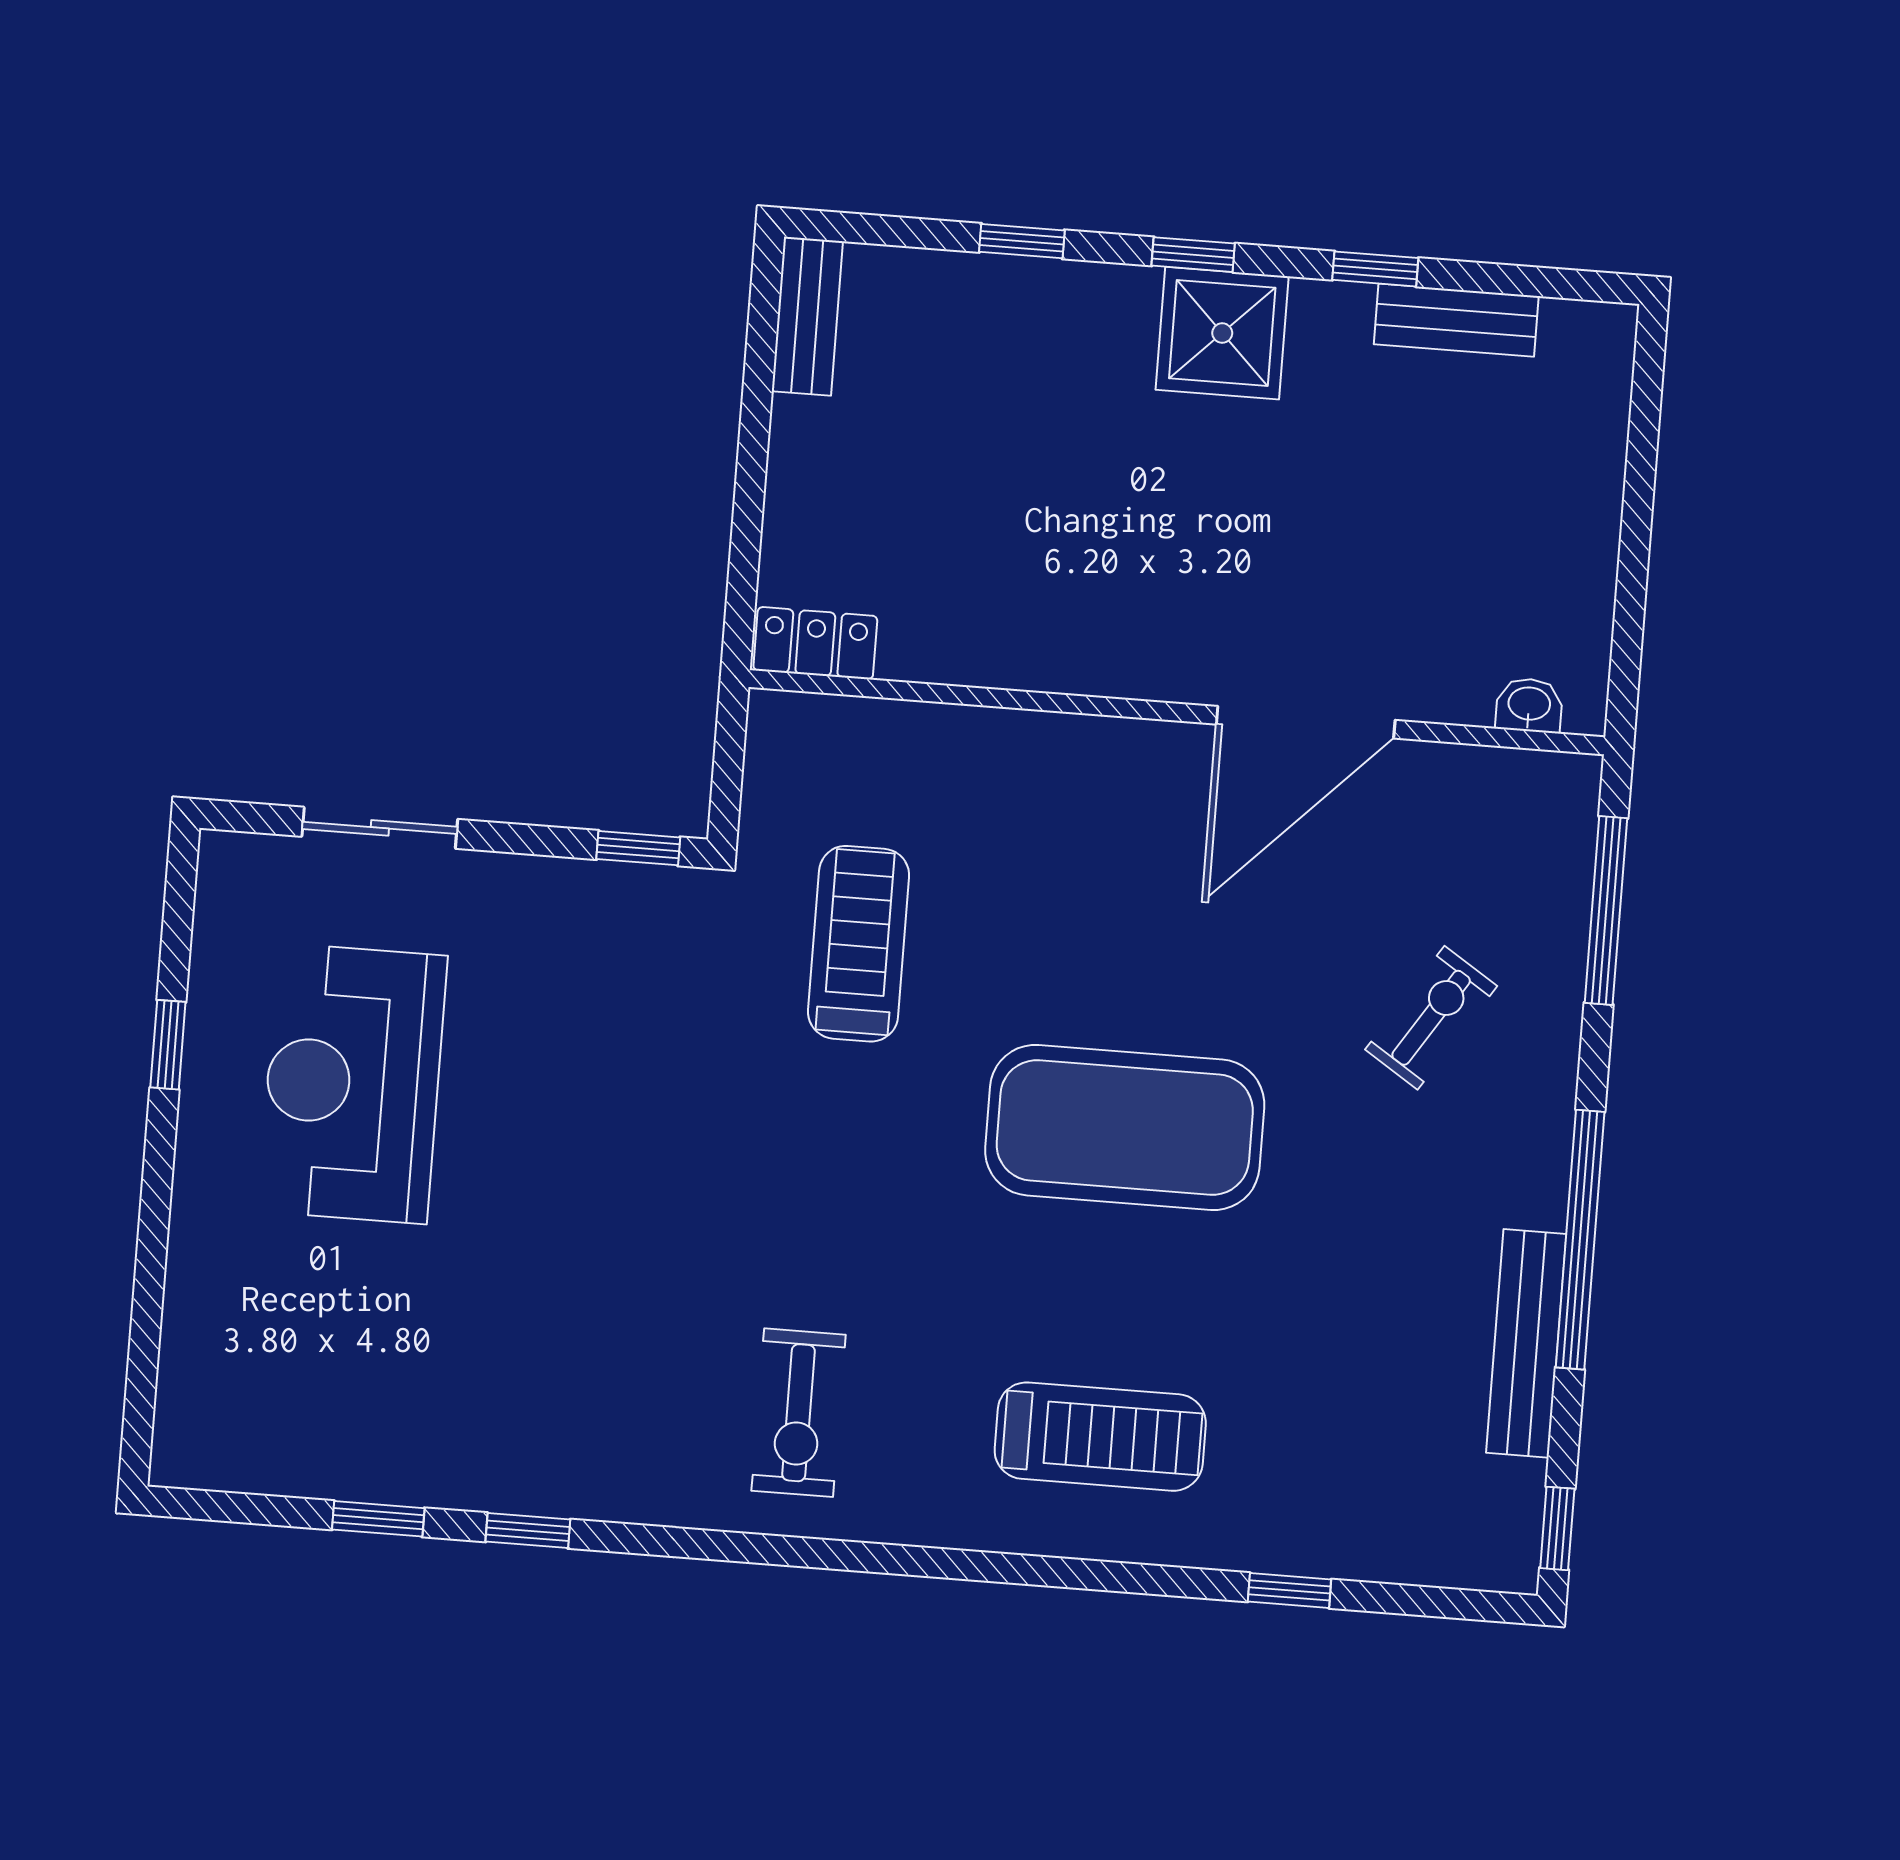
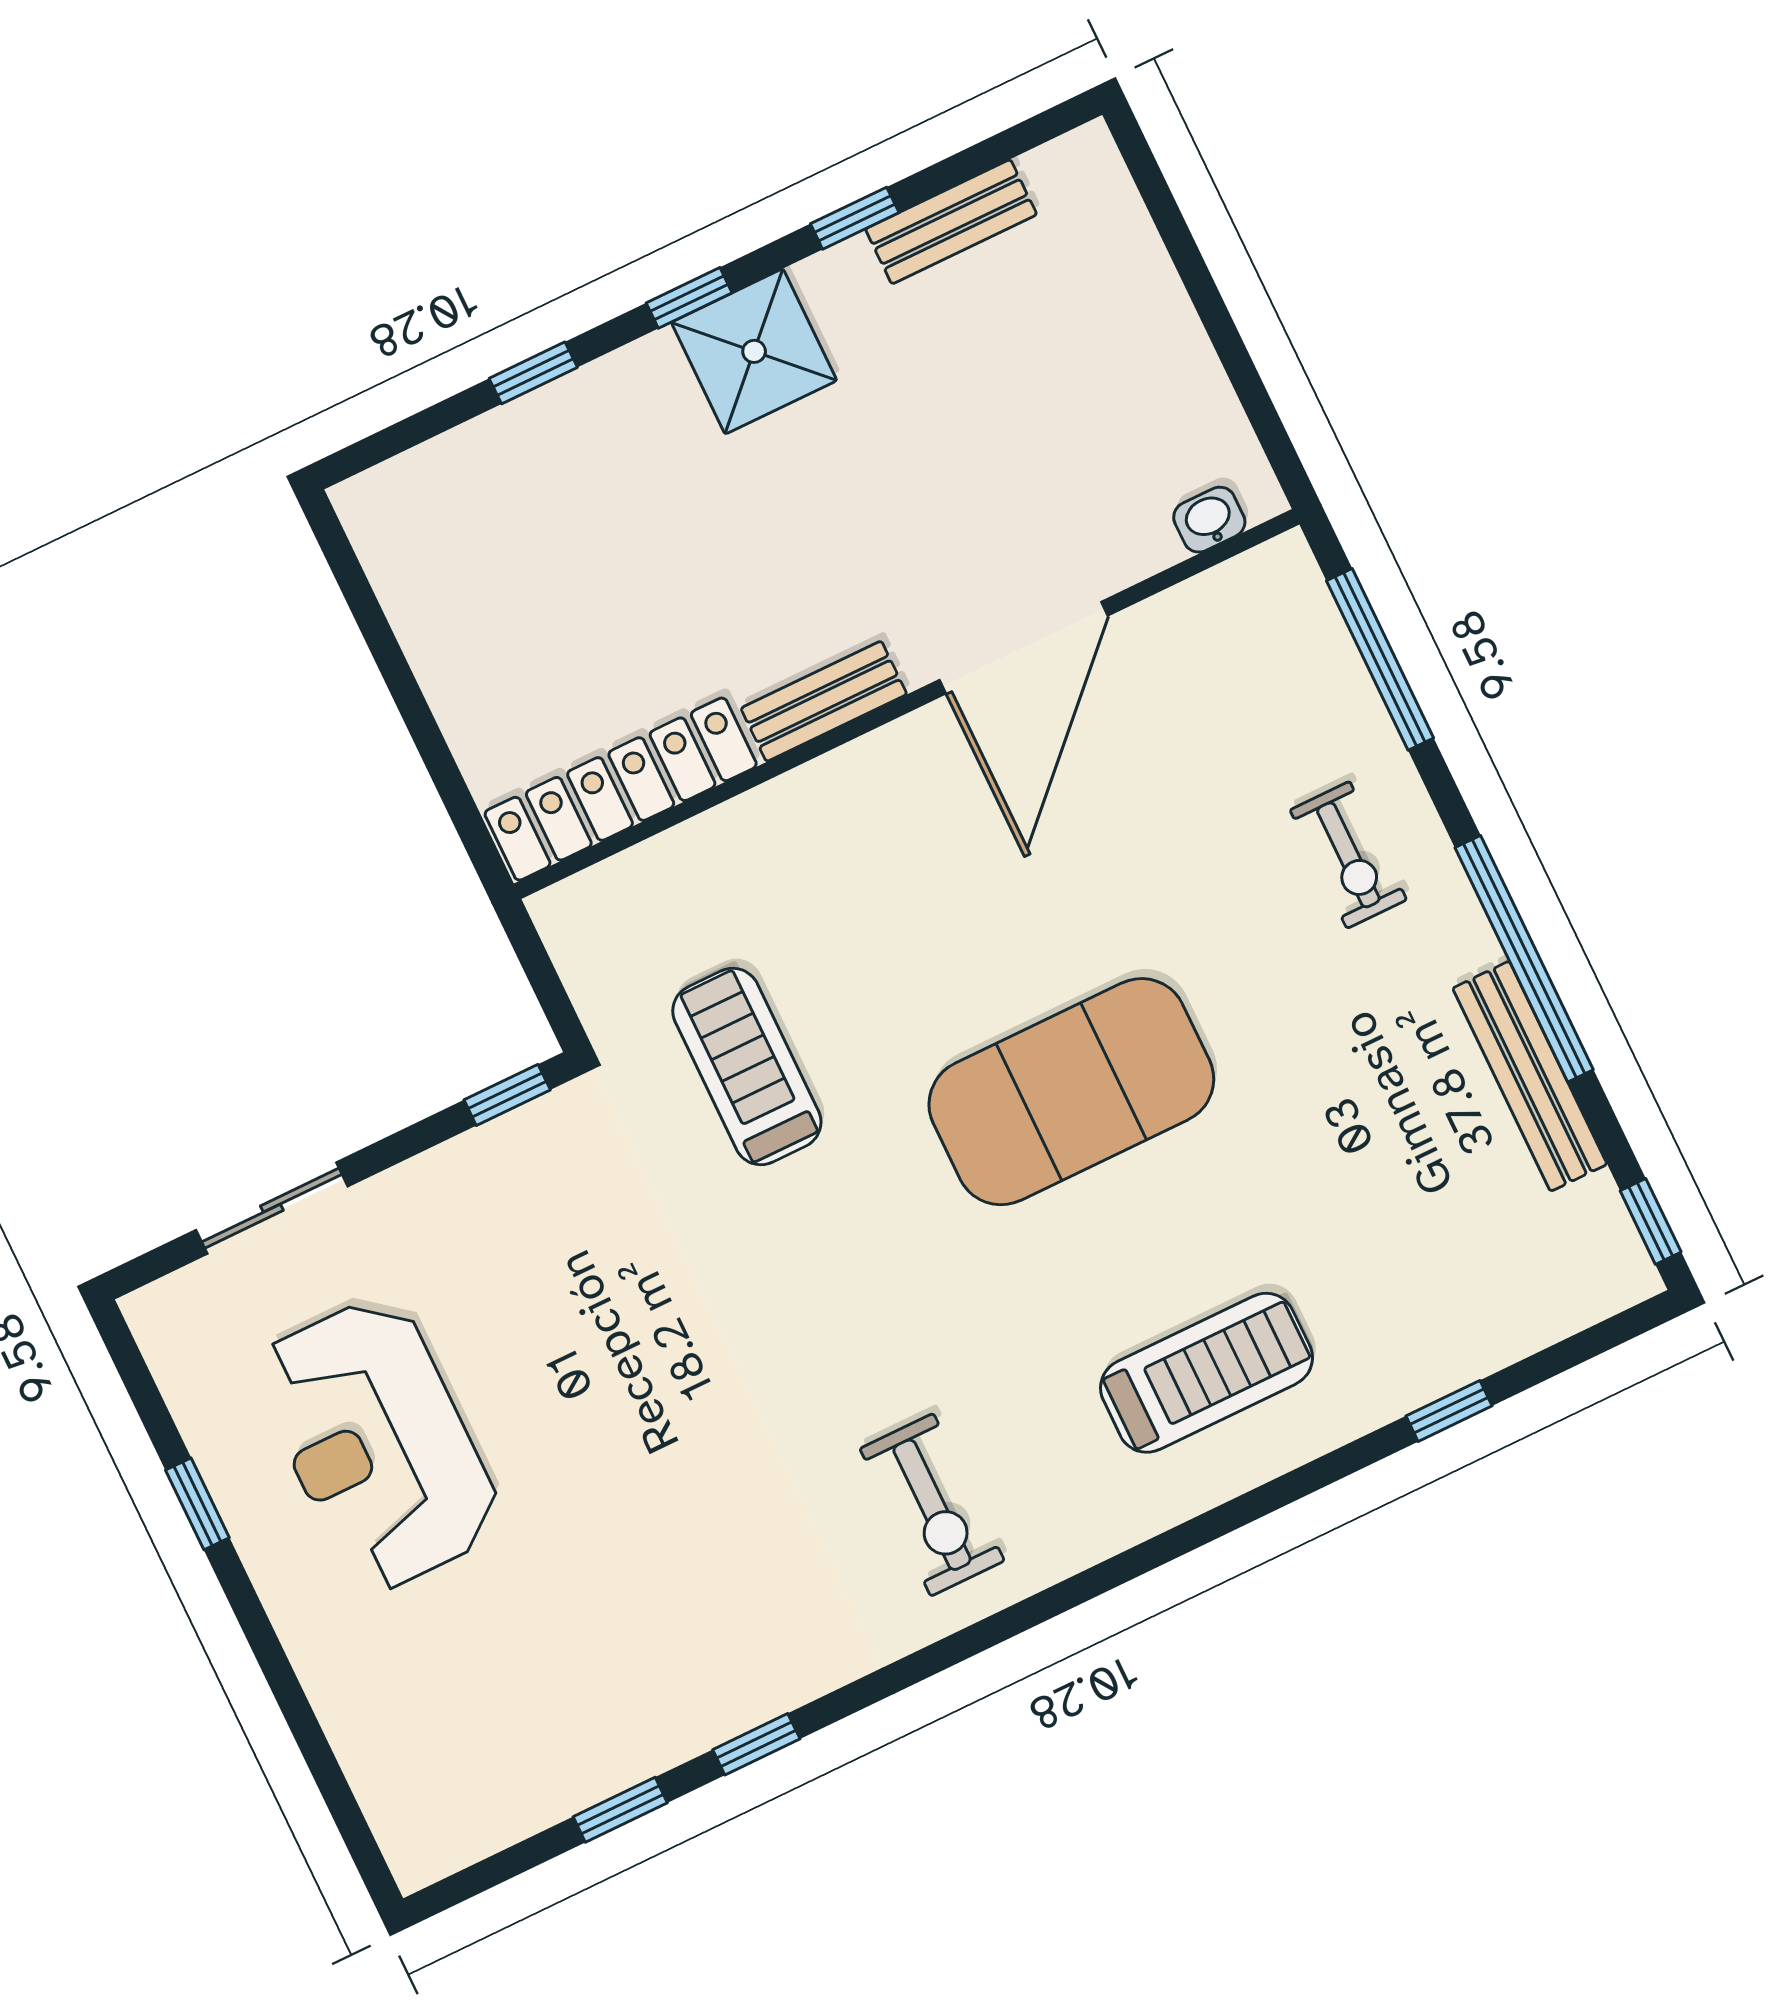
bench: (807, 316) -> (824, 701), moved, turned 90
locker: (815, 643) -> (621, 789), width x2.16, depth x1.21
exercise bike: (1431, 1018) -> (1348, 855), moved, turned 147

